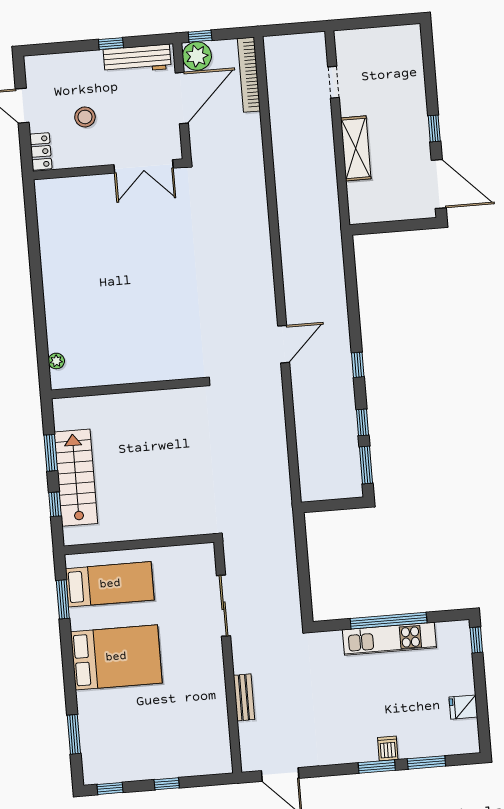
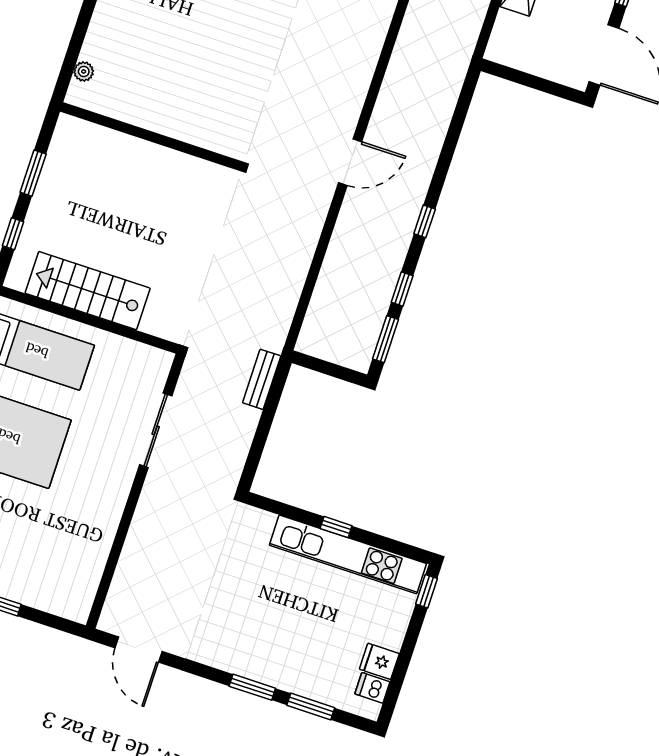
stairs: (76, 478) -> (88, 291), moved, turned -90
window: (389, 621) -> (336, 527), width x0.32
kitchen unit: (389, 639) -> (348, 554), width x1.36
bench: (244, 697) -> (262, 379), moved
dishwasher: (388, 749) -> (372, 688), moved, turned -90

